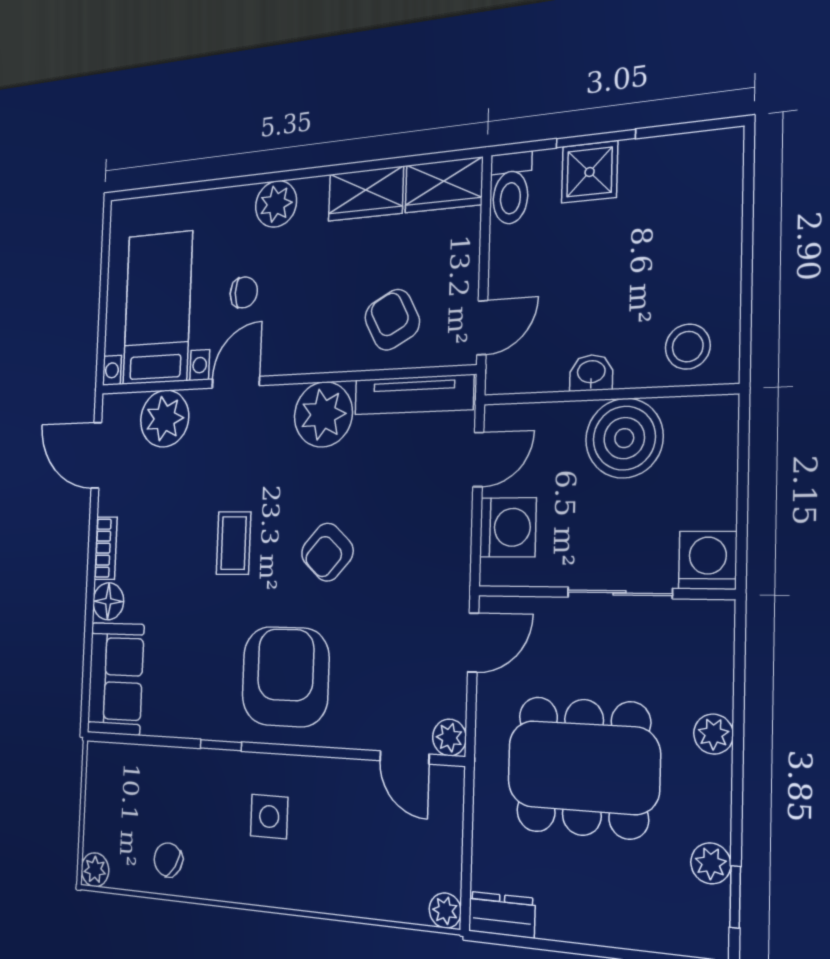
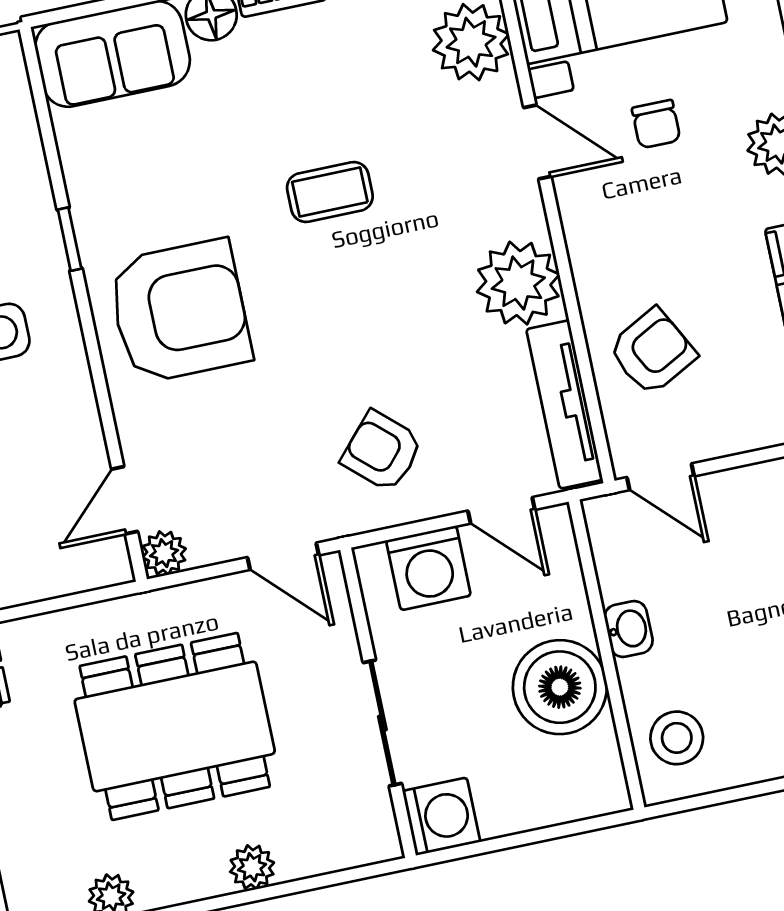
armchair: (327, 552) -> (382, 451), moved
dining table: (583, 767) -> (175, 726), turned 90

